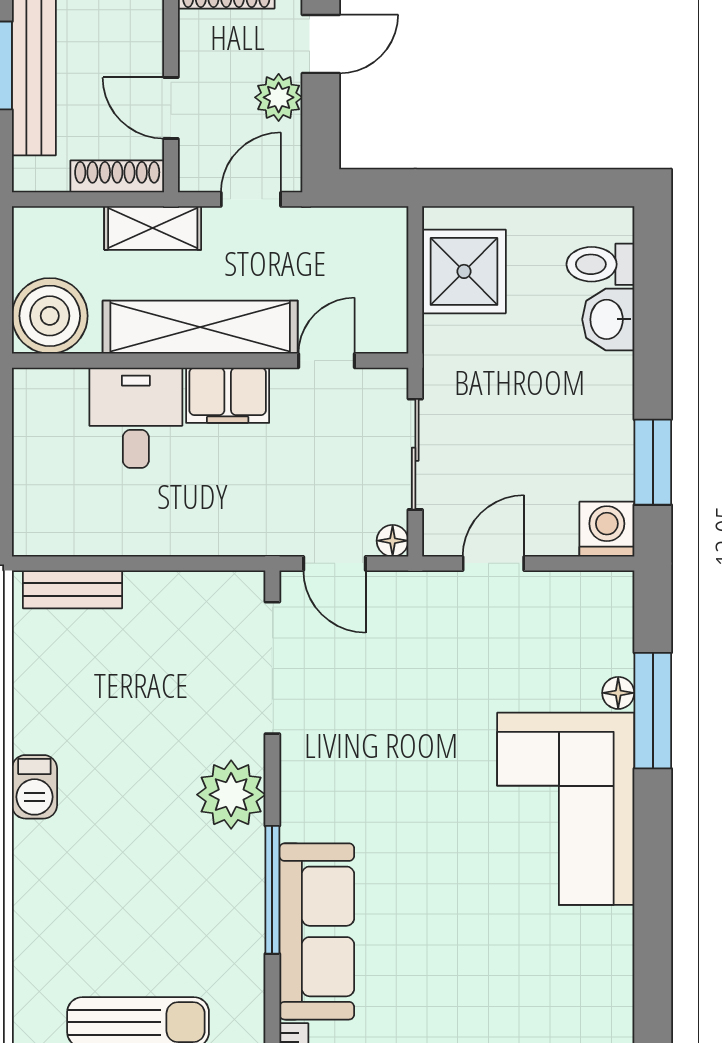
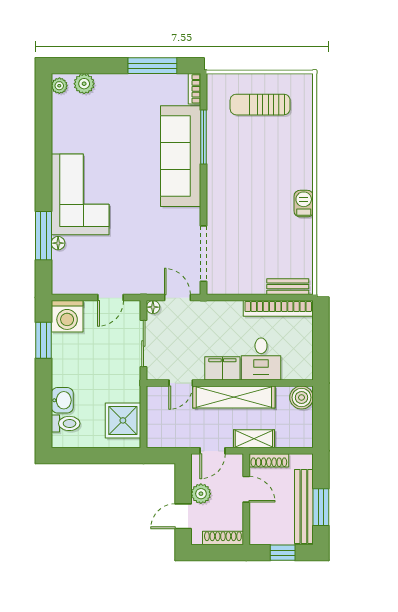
boiler: (50, 316) -> (302, 397), width x0.73, depth x0.73
washing machine: (607, 529) -> (67, 316), width x1.37, depth x1.37
bookcase: (95, 538) -> (278, 308), added
plant: (231, 795) -> (221, 200), removed
window: (272, 890) -> (204, 137), moved
sofa: (317, 931) -> (181, 156), width x1.36, depth x1.27

